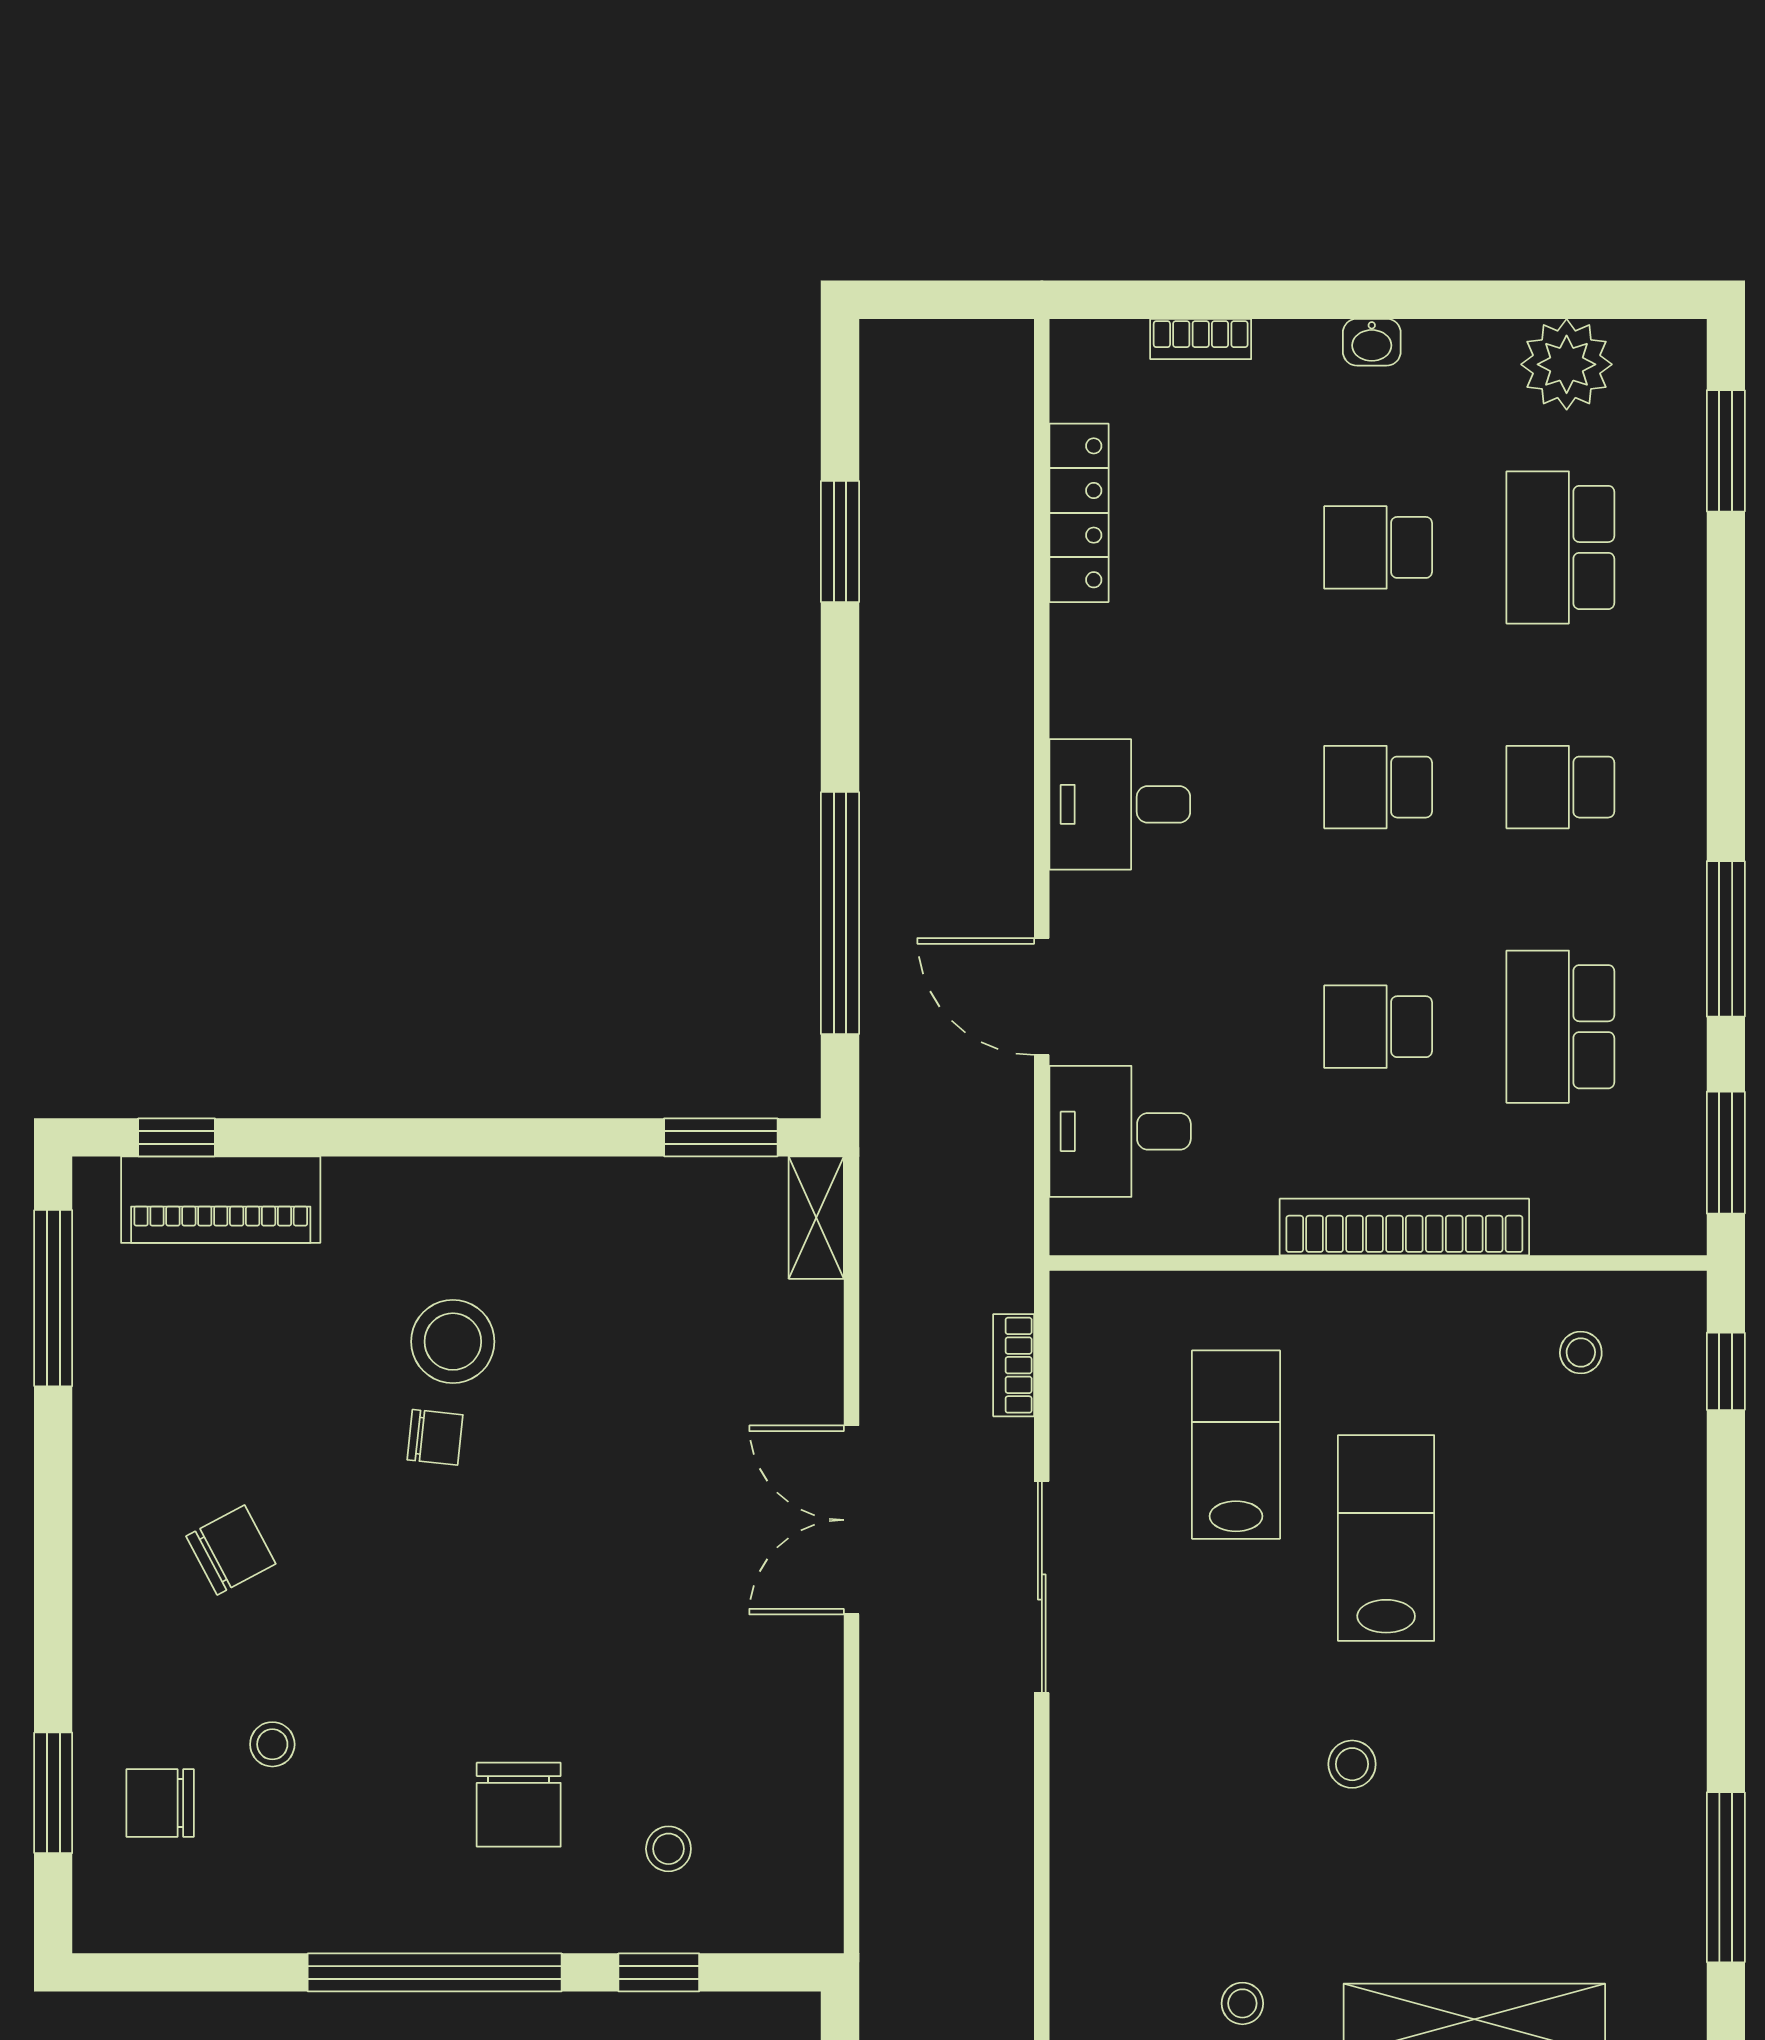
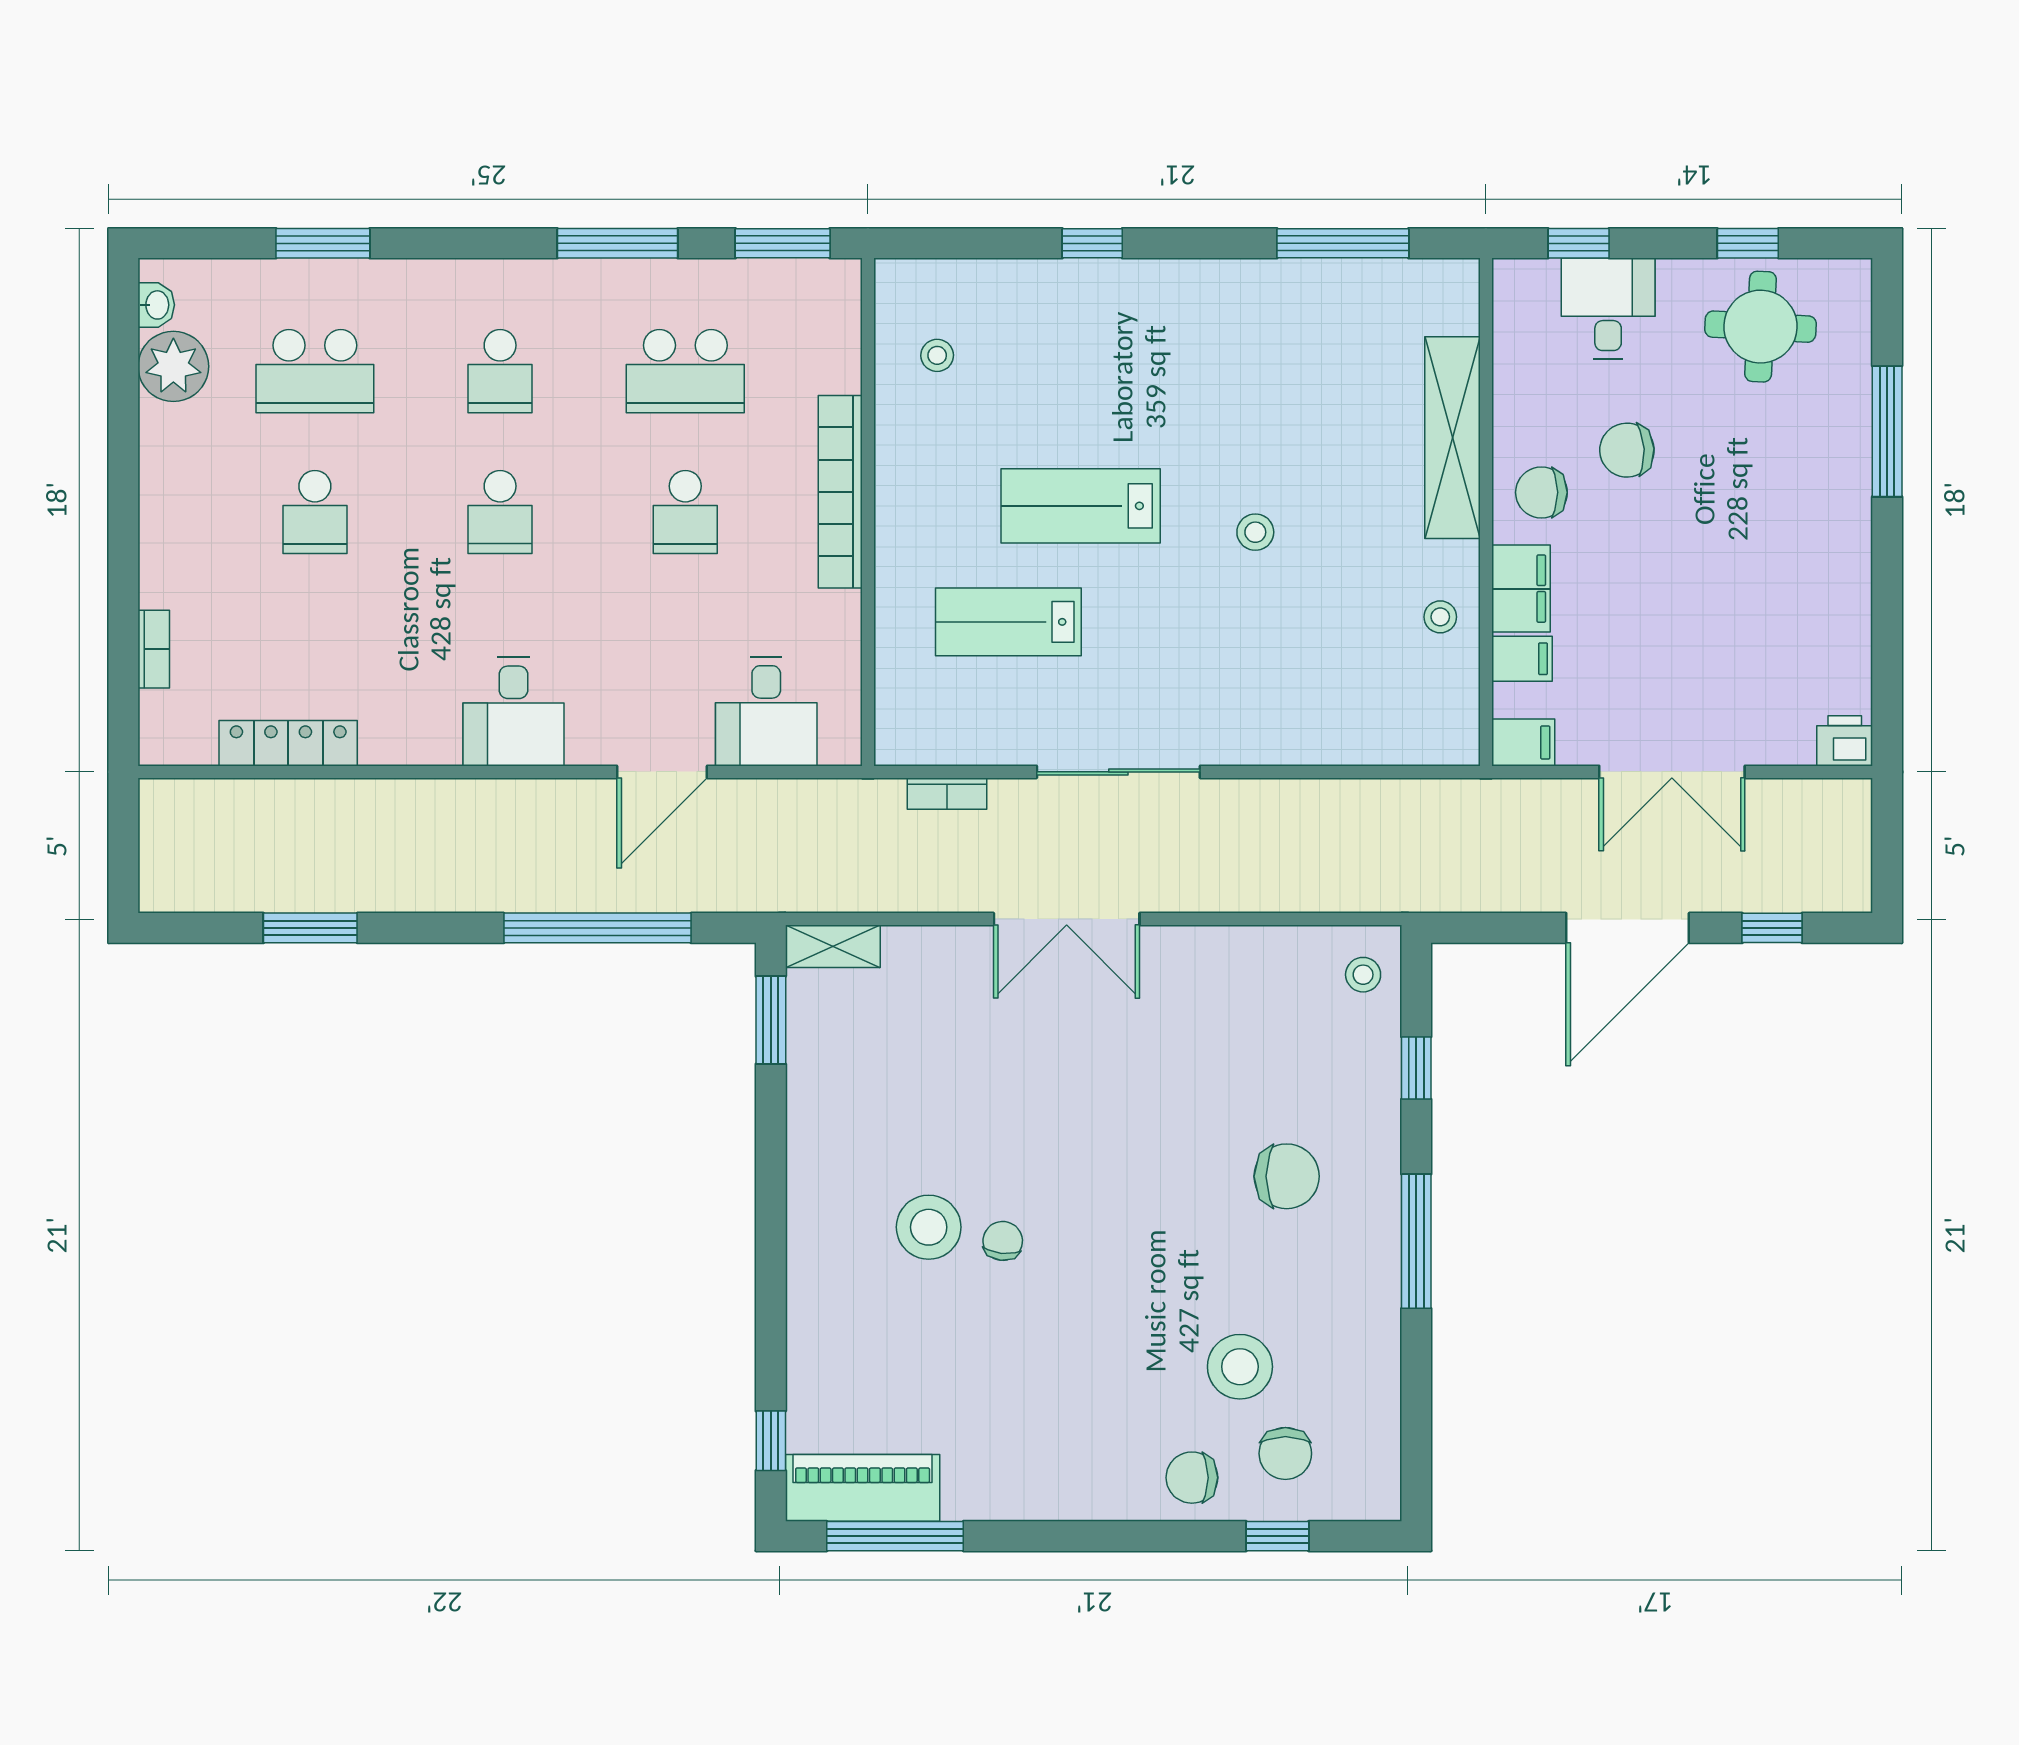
washbasin: (1372, 342) -> (156, 305), moved
window: (1726, 451) -> (323, 243), moved
piano: (221, 1200) -> (863, 1488), moved, turned -90
window: (1726, 1371) -> (1092, 243), moved
chair: (231, 1550) -> (1192, 1478), moved, turned -62
stool: (272, 1744) -> (1240, 1367), width x1.89, depth x1.89
window: (53, 1793) -> (1277, 1536), width x0.67
stool: (668, 1849) -> (1363, 975), moved
window: (435, 1972) -> (1416, 1241), width x0.68

